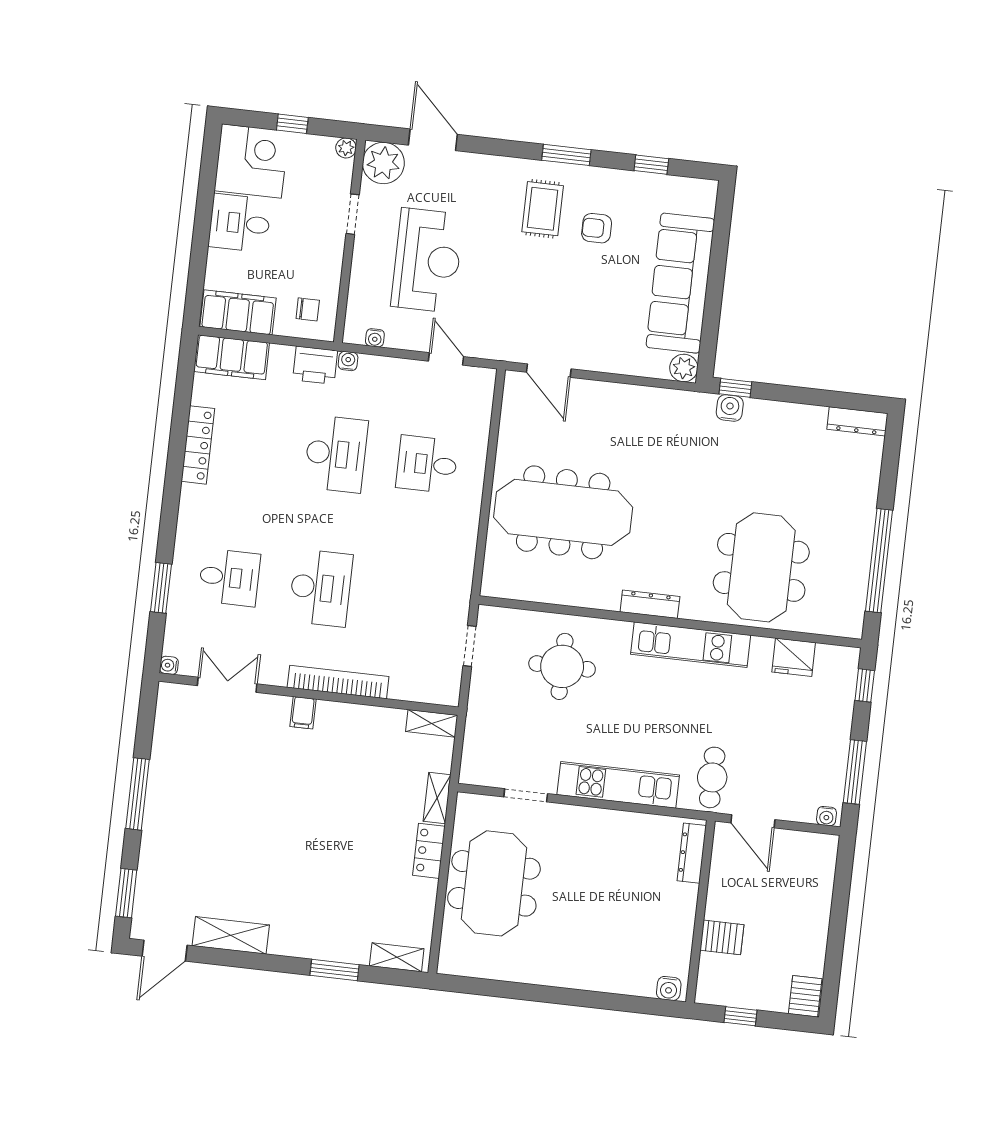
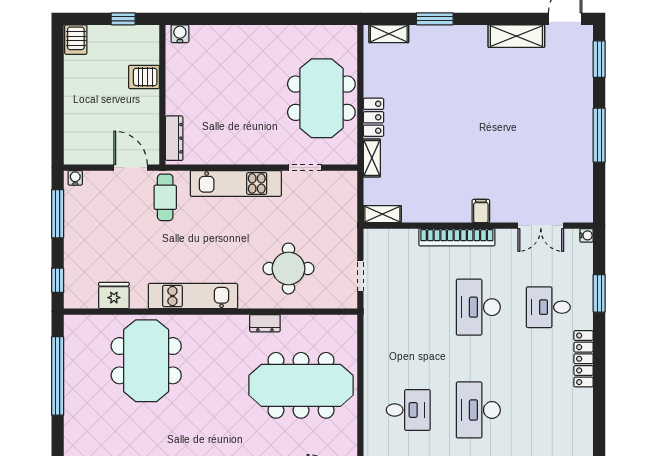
locker: (198, 445) -> (584, 359), moved
dresser: (650, 604) -> (265, 323), moved, width x0.70

